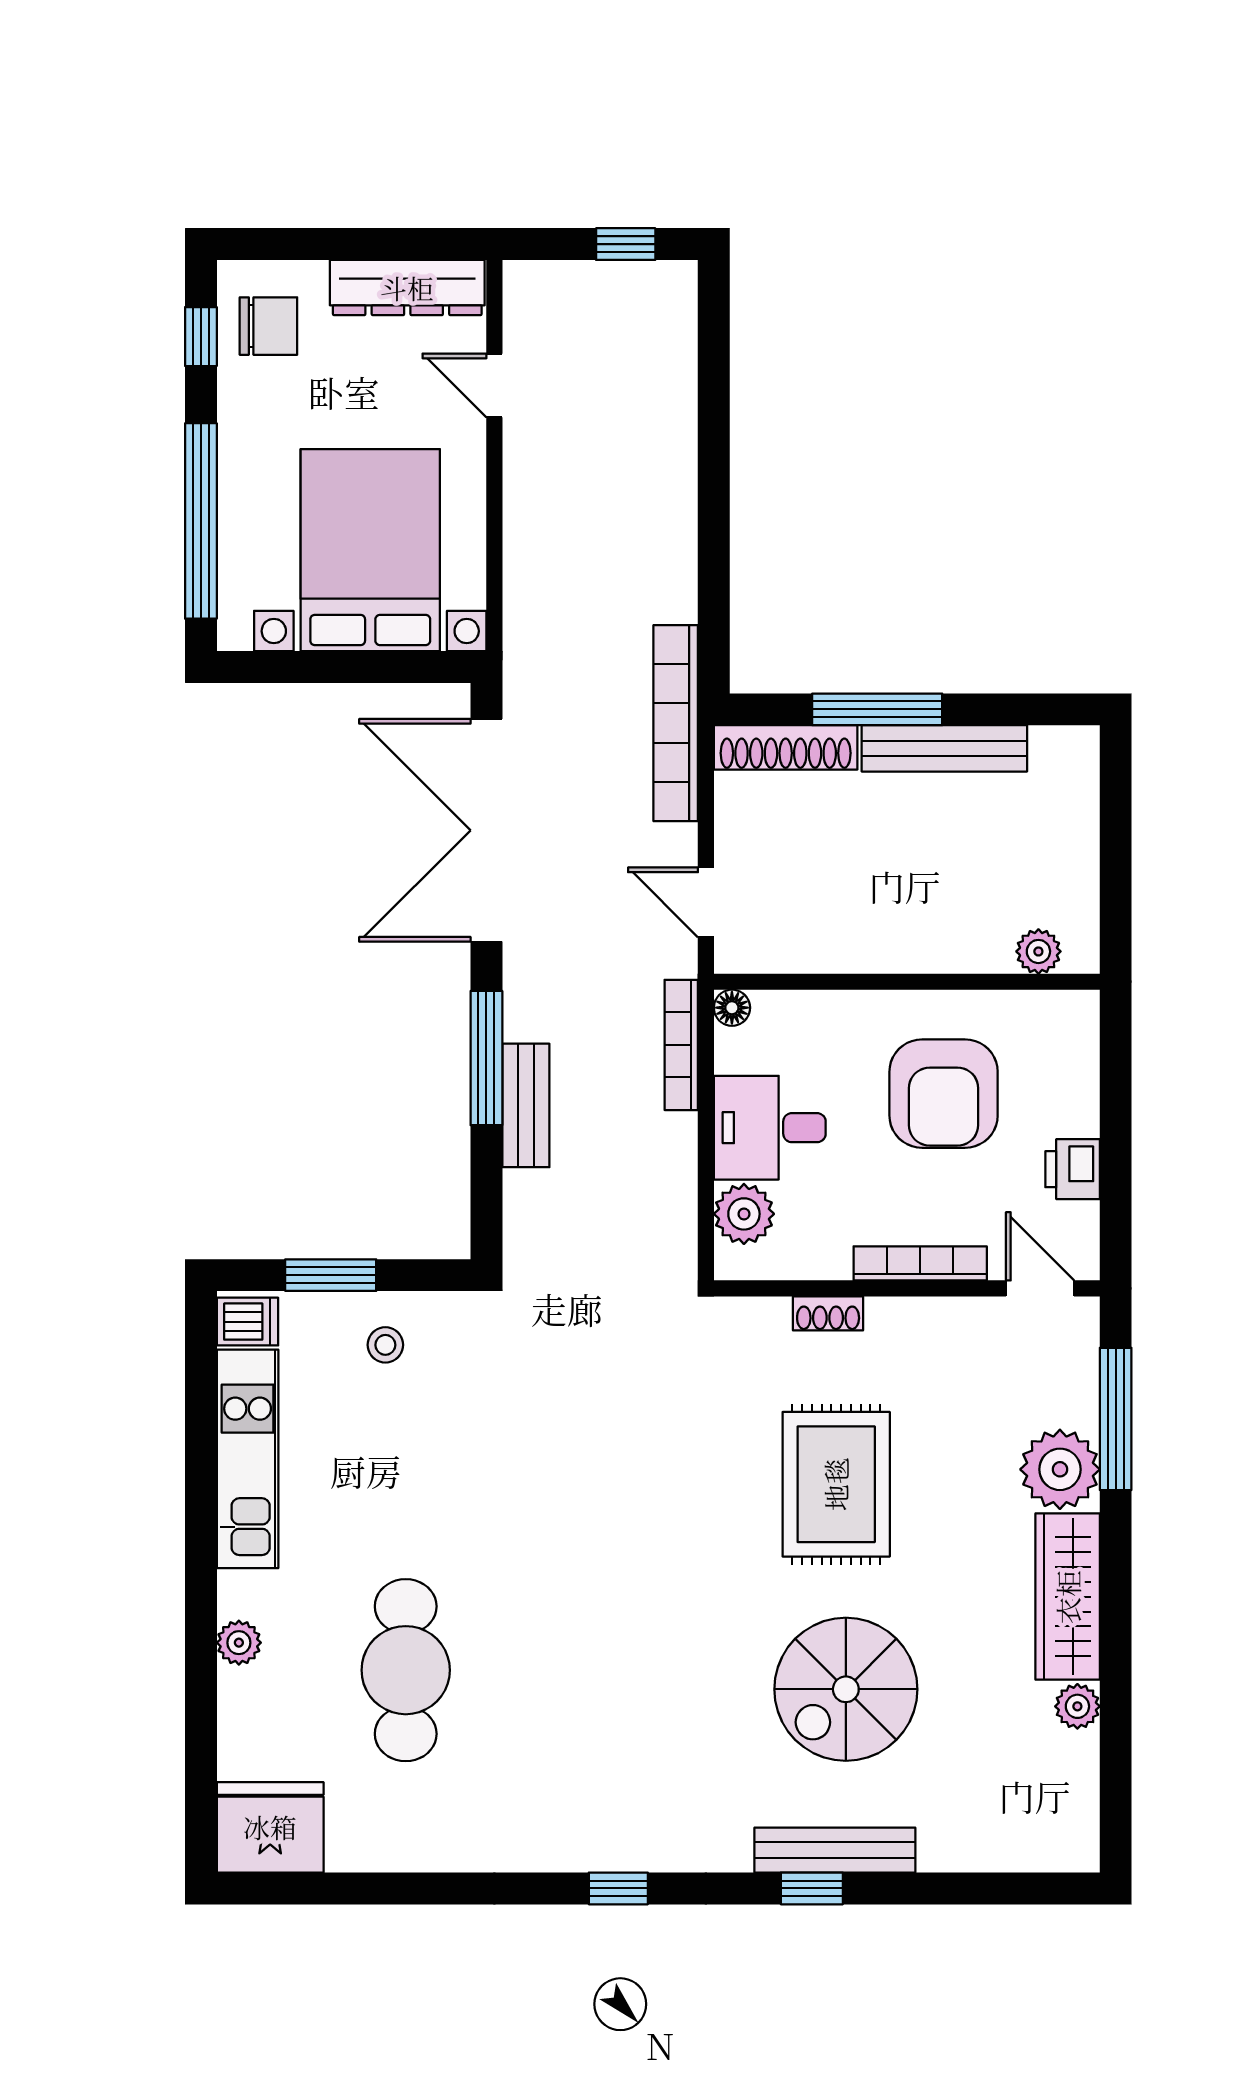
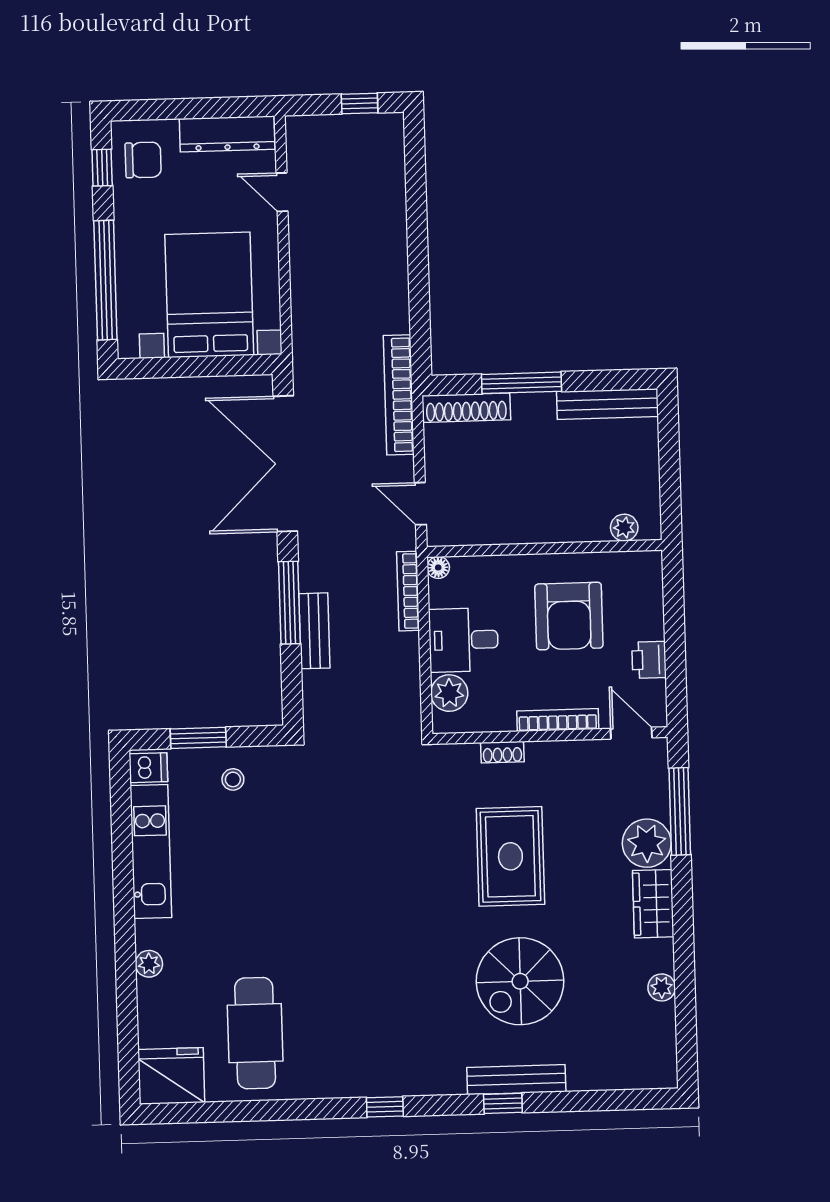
bench: (944, 748) -> (608, 404), moved
wardrobe: (1068, 1597) -> (653, 904), width x0.67
cafe table: (406, 1670) -> (255, 1033), moved

